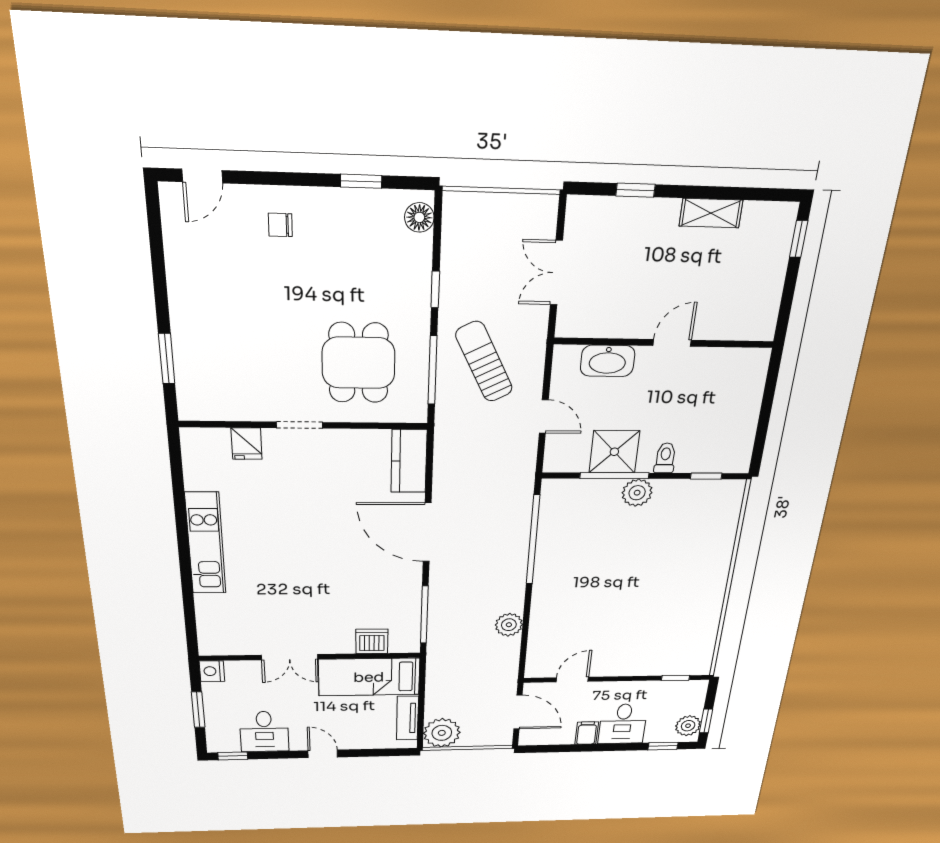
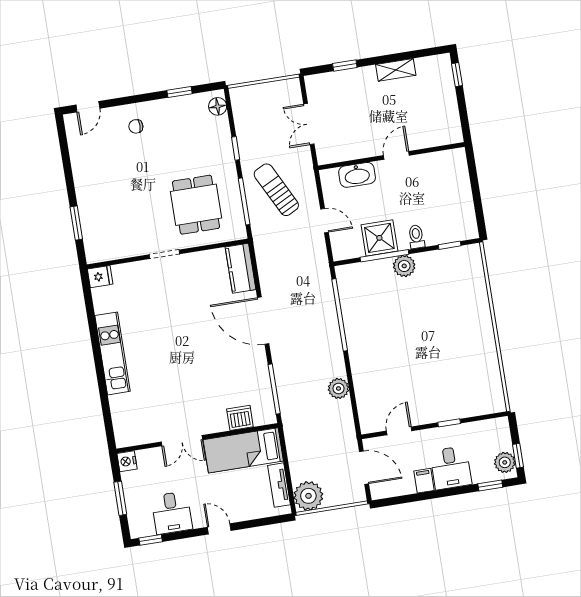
fridge: (246, 444) -> (100, 277), moved, turned -90
window: (676, 678) -> (449, 423), moved

